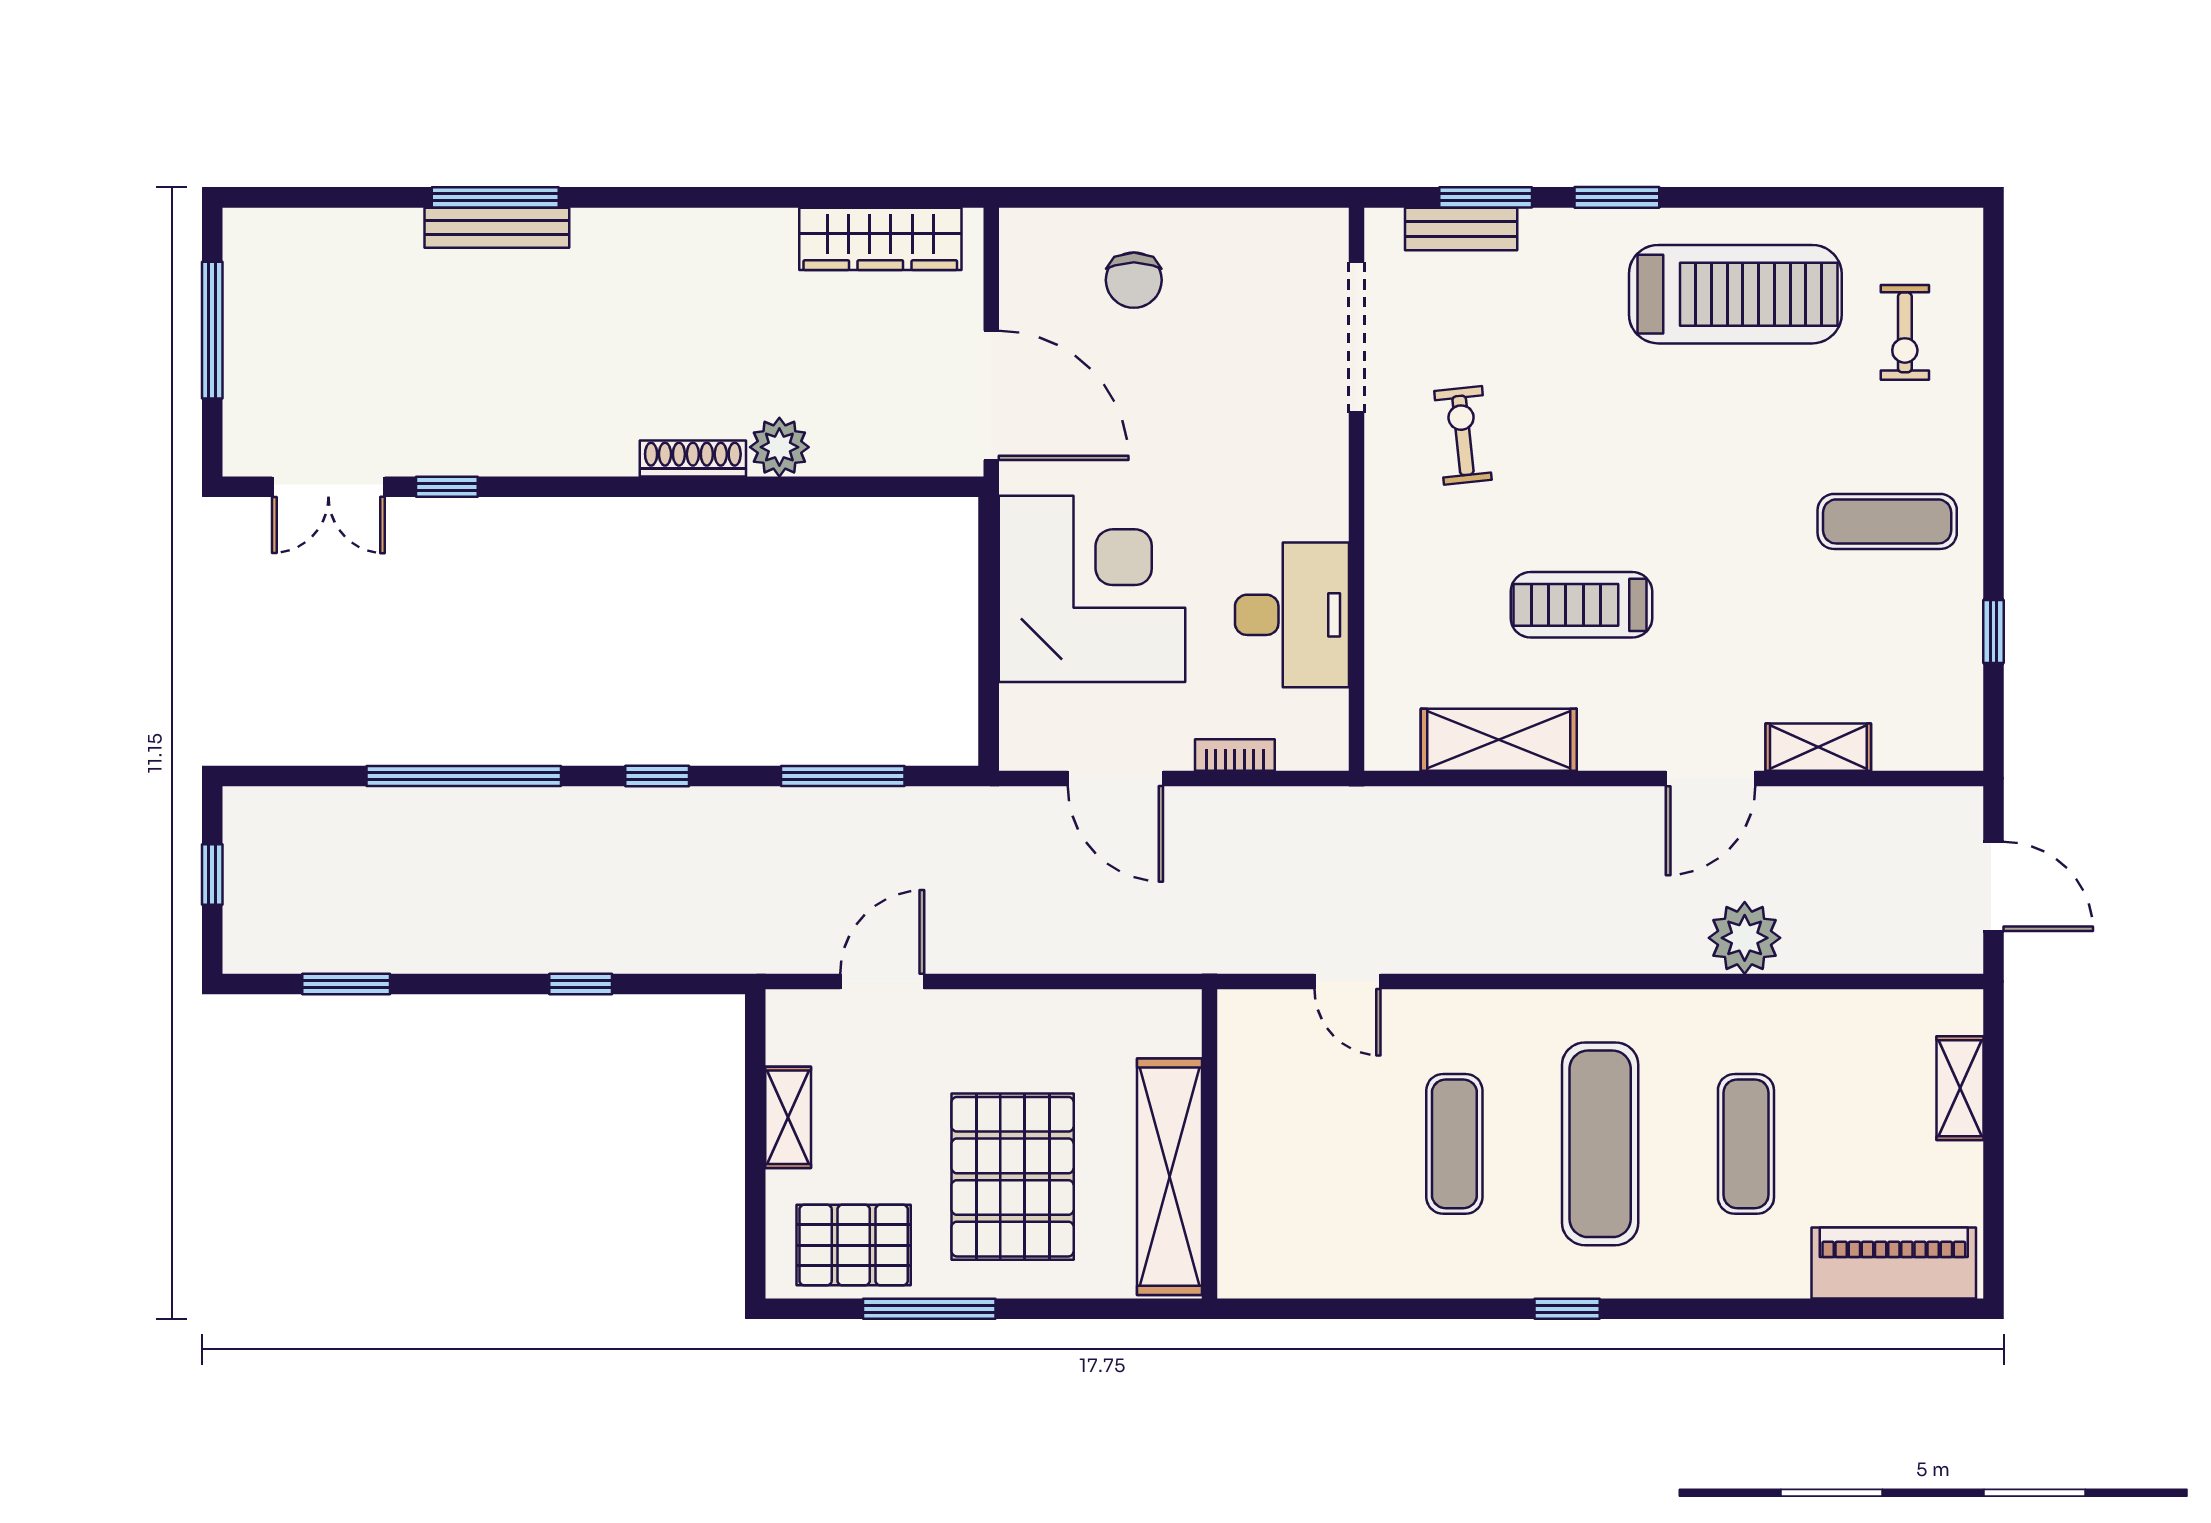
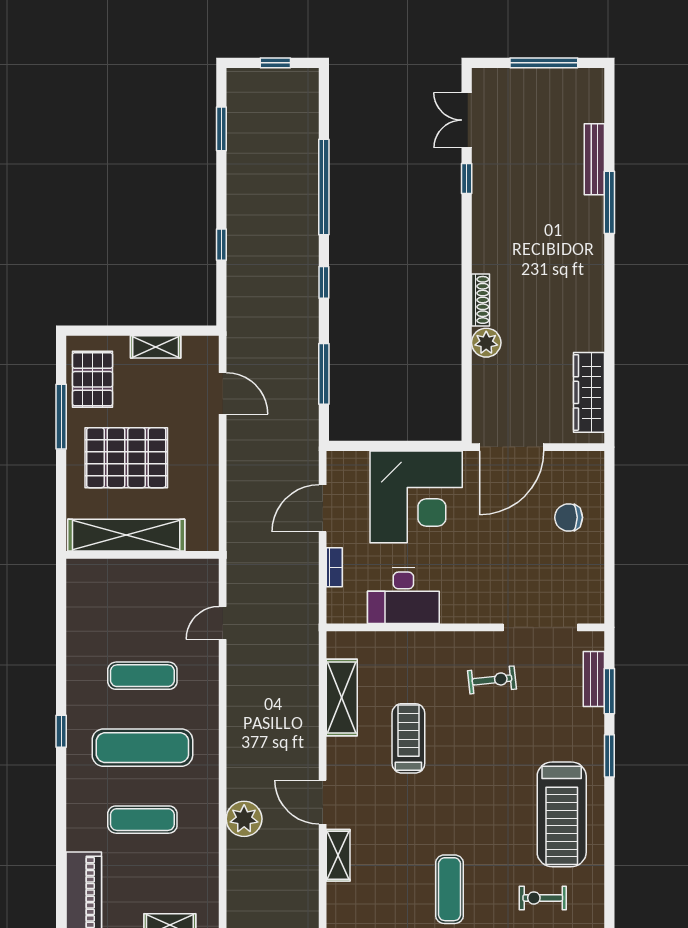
bench: (497, 228) -> (594, 159), moved

